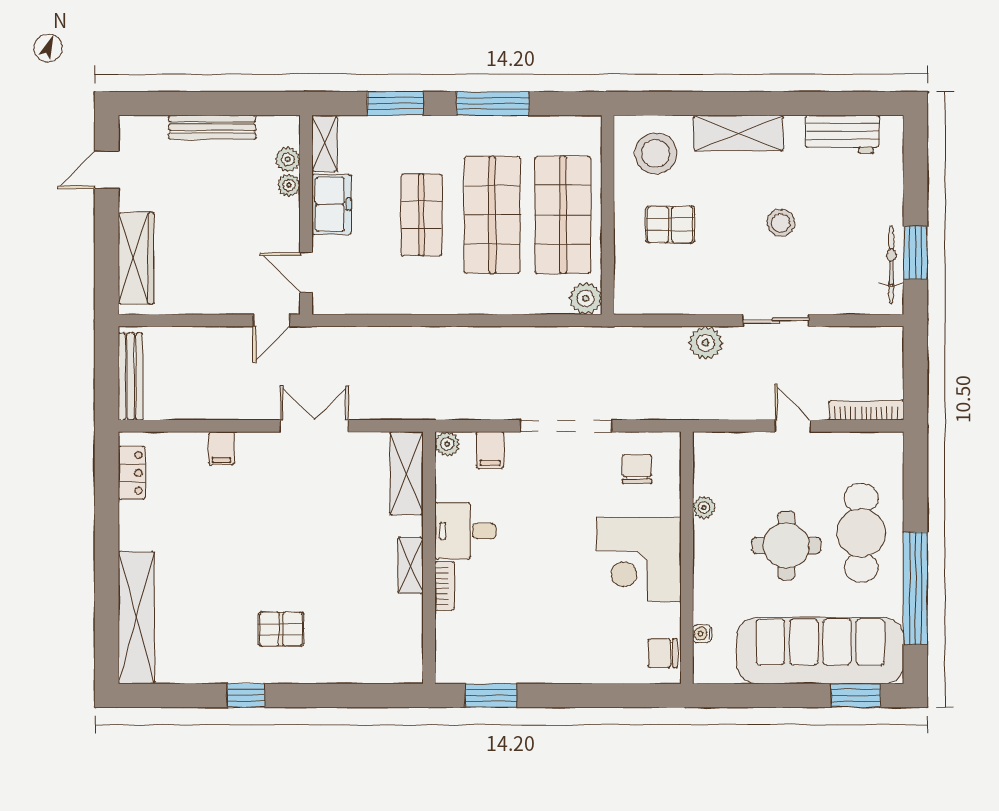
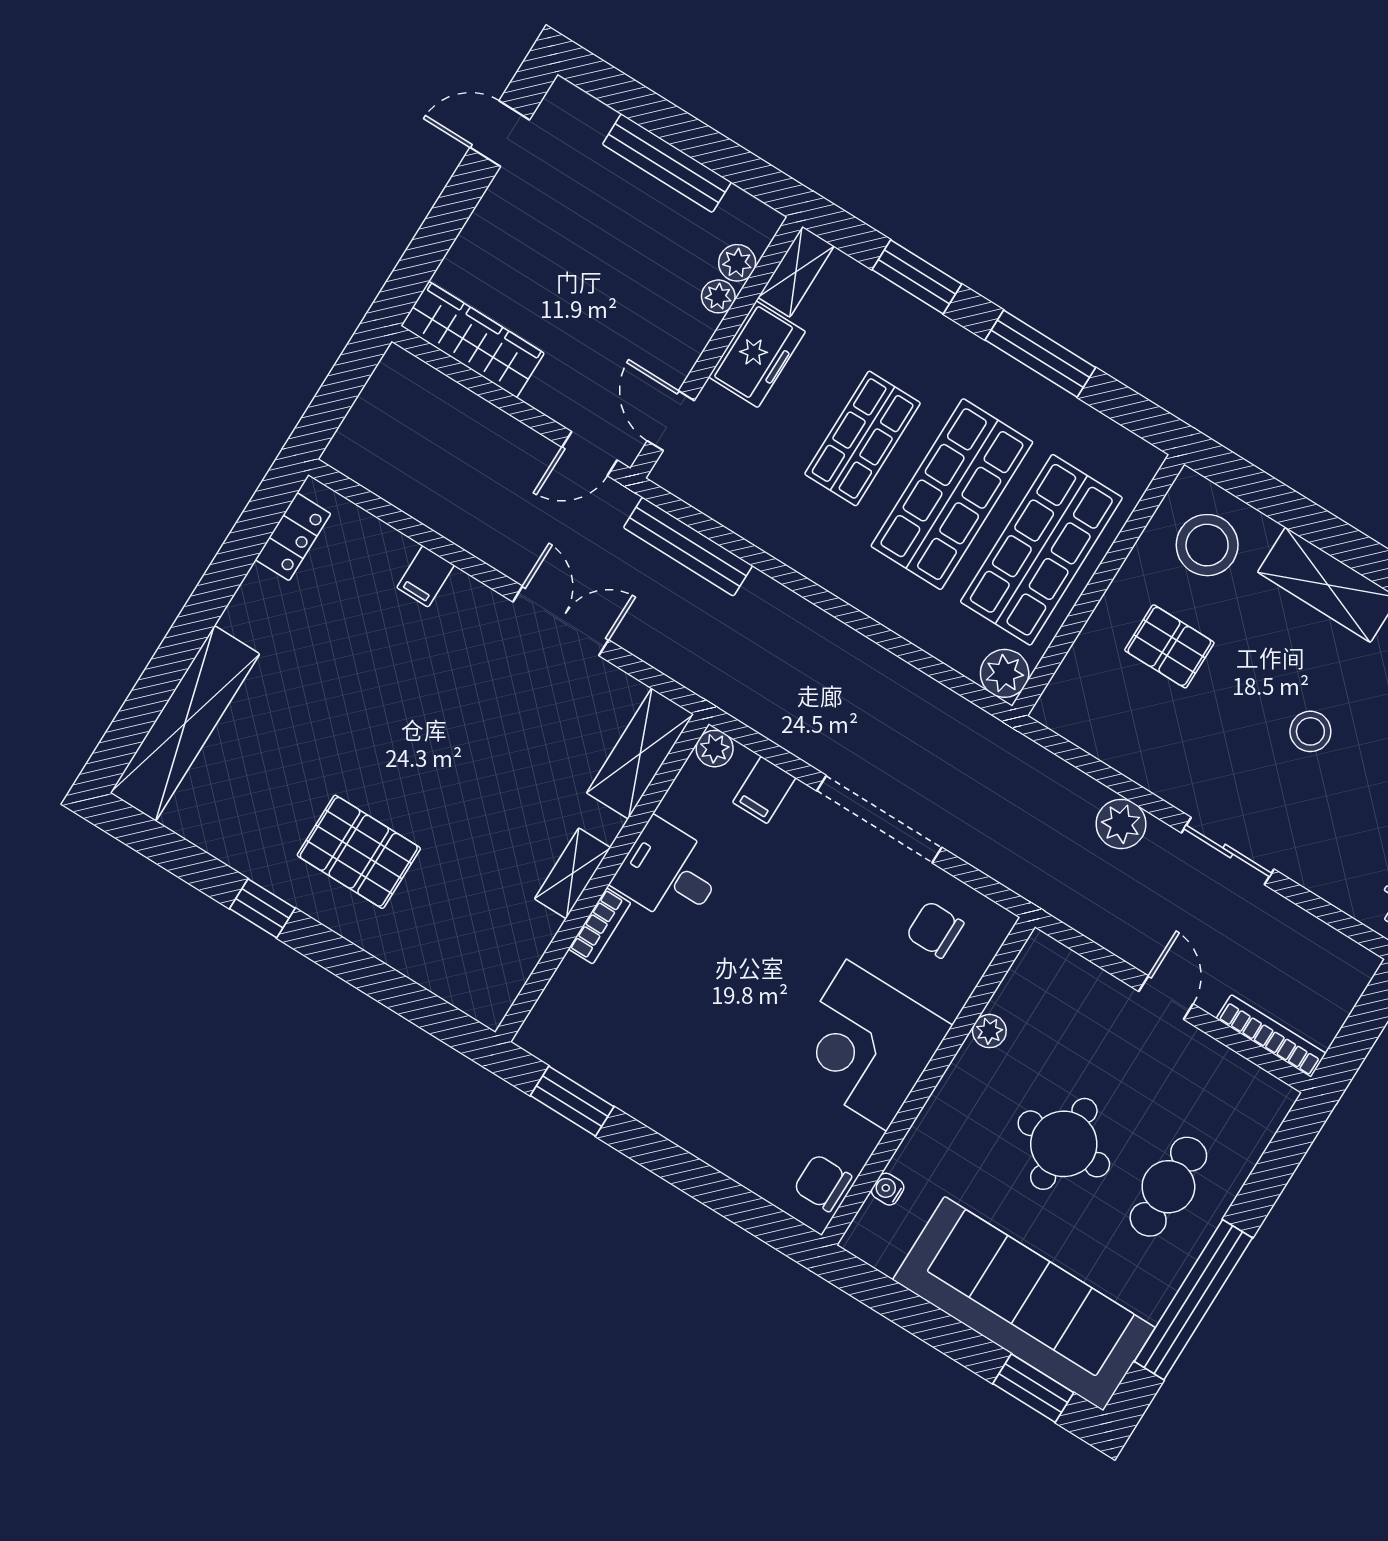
wardrobe: (136, 258) -> (473, 340), moved, turned -90
bench: (131, 376) -> (688, 547), moved, turned 90
chair: (637, 469) -> (935, 930), turned -90
cafe table: (861, 533) -> (1168, 1187), width x0.73, depth x0.74
pallet: (281, 629) -> (359, 852), width x1.50, depth x1.42

